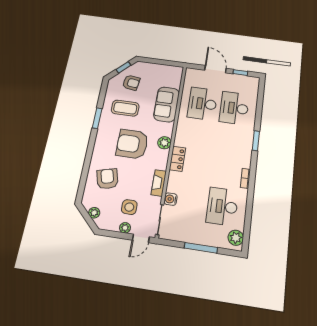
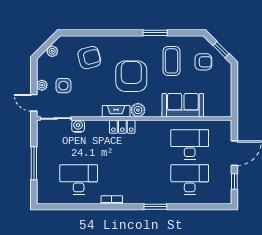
armchair: (131, 83) -> (203, 62), turned -98
fireplace: (159, 183) -> (116, 111), moved
plant: (236, 238) -> (49, 196), removed

